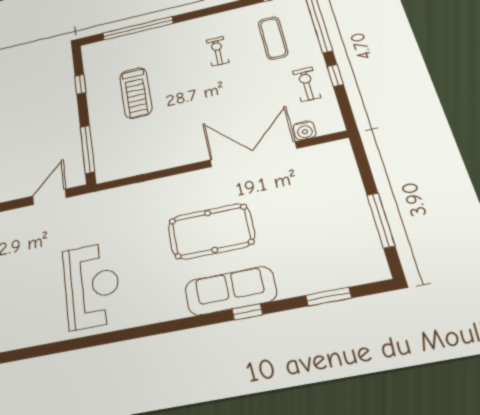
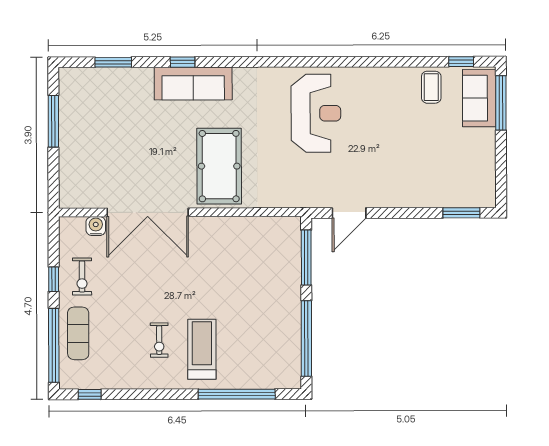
exercise mat: (273, 38) -> (78, 333), moved
window: (80, 84) -> (306, 338), width x3.17
treadmill: (136, 93) -> (202, 349), moved
pool table: (211, 231) -> (219, 166), moved, turned 90
reception desk: (92, 285) -> (316, 113), turned 180

